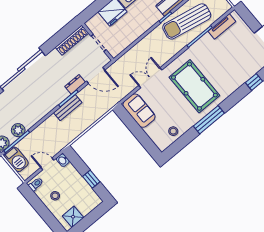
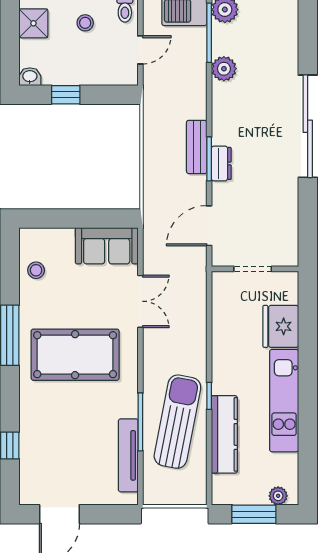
tv unit: (222, 26) -> (128, 455), width x1.41
shoe rack: (72, 40) -> (288, 234), removed
dresser: (75, 84) -> (221, 163), moved
plant: (18, 130) -> (224, 69), moved
washbasin: (63, 160) -> (30, 77), moved

